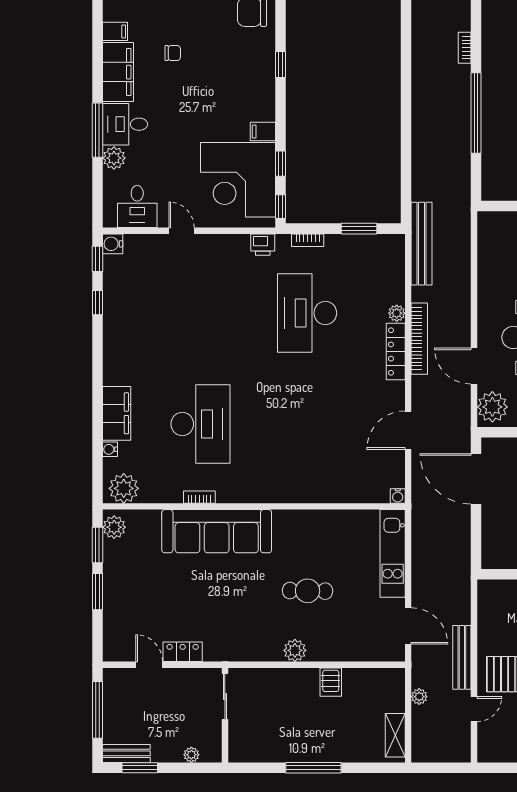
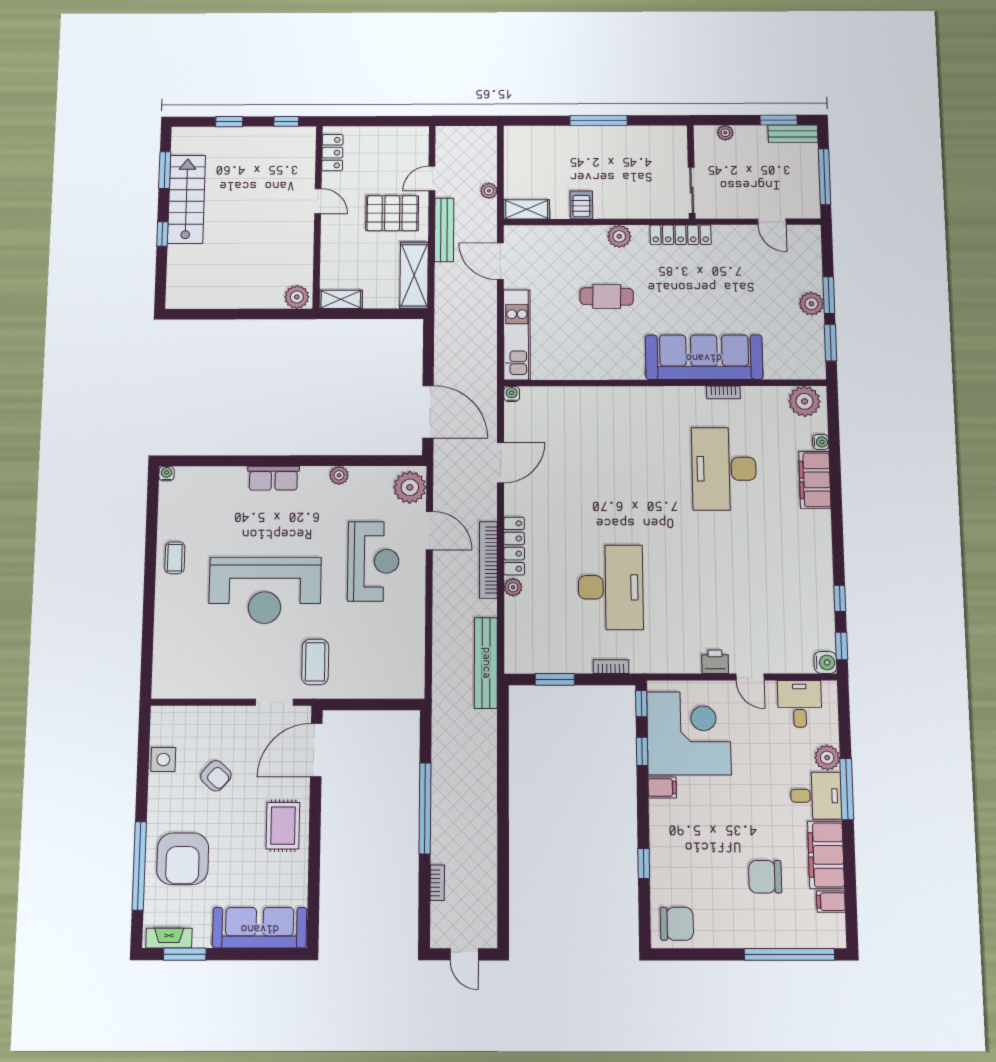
chair: (173, 53) -> (765, 877), width x1.87, depth x1.87
printer: (263, 245) -> (715, 662), moved
plant: (114, 527) -> (811, 304), moved
shelving: (490, 612) -> (414, 275), added
locker: (183, 652) -> (681, 235), moved, width x1.53
shelving: (395, 735) -> (527, 209), moved, turned 90

